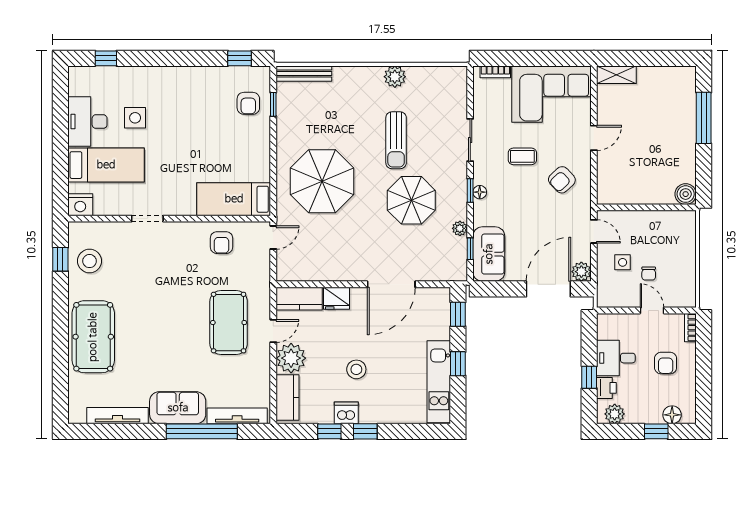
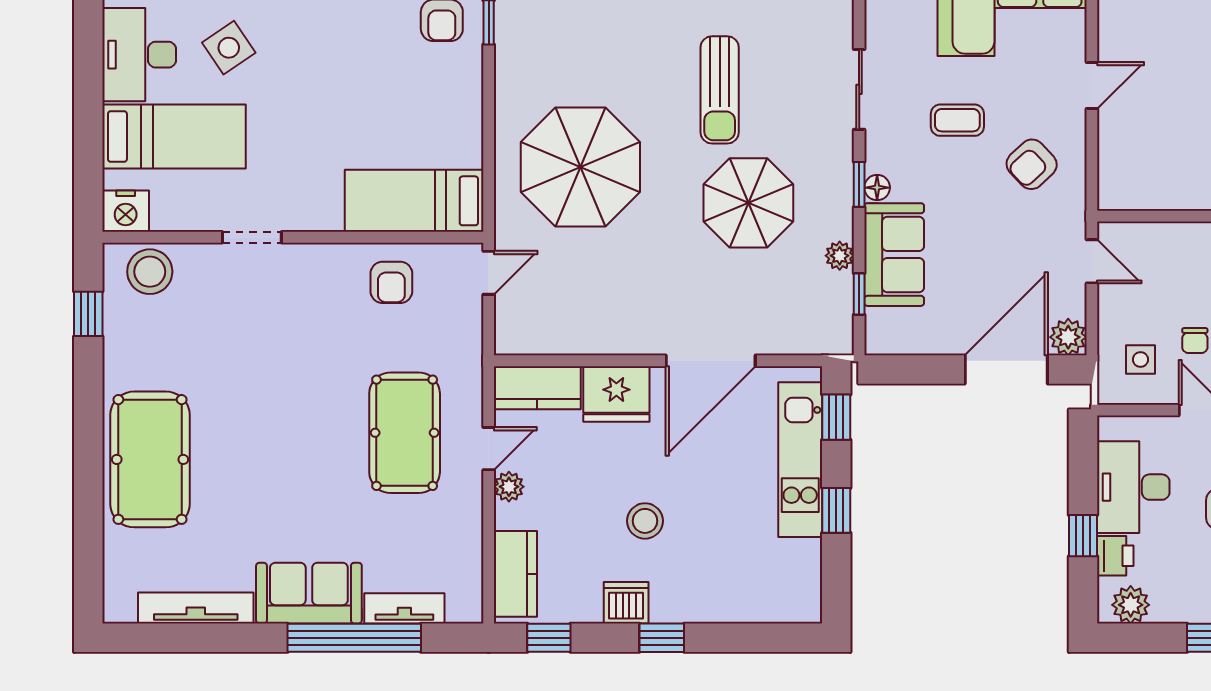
side table: (135, 118) -> (229, 48), turned -34
sofa: (489, 254) -> (894, 255), moved
stool: (90, 261) -> (150, 272), moved
side table: (623, 262) -> (1140, 360), moved
fridge: (336, 298) -> (616, 394), width x1.36, depth x1.34
plant: (291, 358) -> (509, 487), width x0.53, depth x0.53
desk: (616, 358) -> (1133, 487), width x1.37
kitchen unit: (439, 382) -> (800, 460), moved
tv unit: (237, 416) -> (404, 608), width x0.71
window: (329, 431) -> (549, 638), moved

